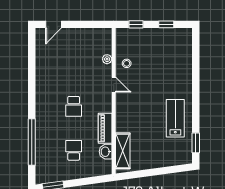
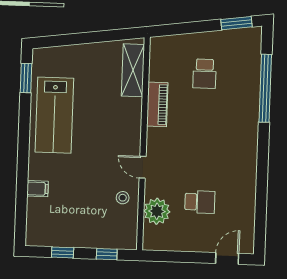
plant: (107, 59) -> (157, 211), width x1.88, depth x1.88
filing cabinet: (185, 67) -> (38, 189), added
school desk: (74, 106) -> (200, 202), moved, turned 90
lab bench: (175, 118) -> (54, 115), width x1.36, depth x1.39
washbasin: (106, 152) -> (158, 70), removed

